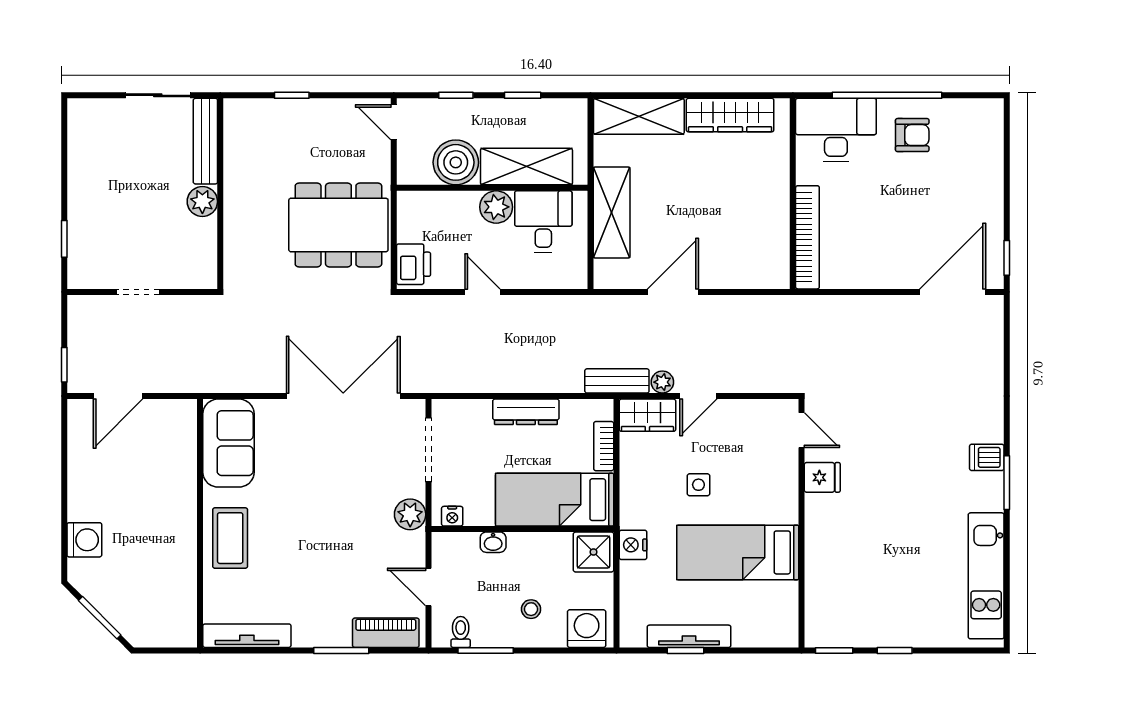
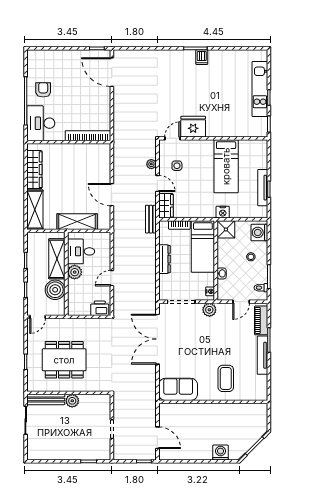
dining table: (338, 225) -> (64, 360), moved, turned 90
plant: (662, 382) -> (151, 164), moved
dishwasher: (987, 457) -> (202, 57), moved
fridge: (822, 477) -> (193, 127), width x1.88, depth x1.34
side table: (698, 485) -> (177, 166), moved
coffee table: (230, 538) -> (226, 378), moved, turned 90
kitchen unit: (986, 576) -> (260, 89), moved, turned 90
tv unit: (247, 636) -> (262, 355), moved

